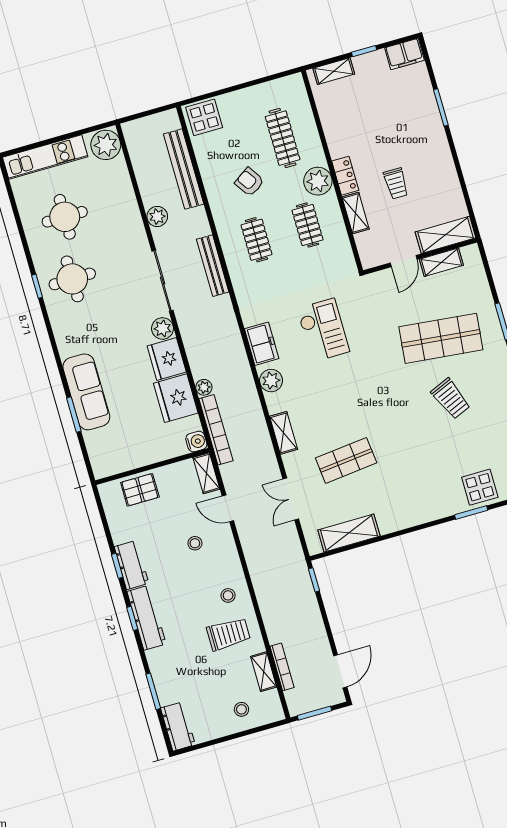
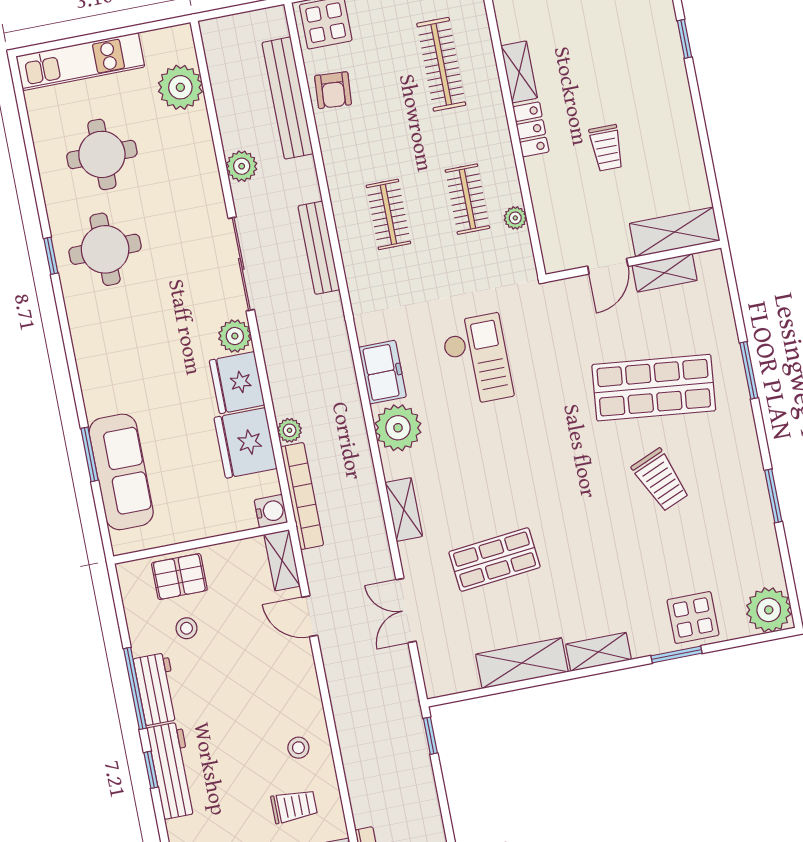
window: (441, 107) -> (684, 39), width x0.67
plant: (106, 145) -> (180, 87), moved
plant: (318, 181) -> (515, 218), moved, width x0.53, depth x0.53
armchair: (249, 182) -> (333, 90), moved, turned -142
shelving: (356, 213) -> (519, 72), moved
plant: (271, 381) -> (398, 428), width x1.36, depth x1.36
sofa: (86, 392) -> (121, 472), moved
shelving: (420, 515) -> (599, 652), added
shelving: (349, 533) -> (522, 663), moved
stool: (195, 543) -> (187, 628), moved
window: (117, 566) -> (135, 688), width x2.17
trolley: (228, 634) -> (294, 806), width x0.73, depth x0.72

